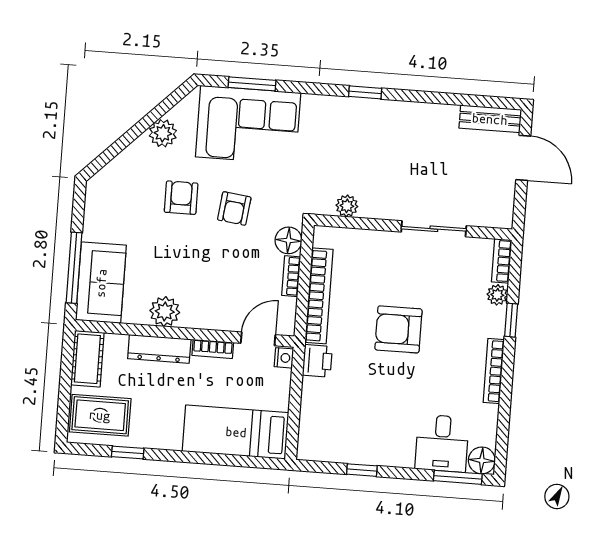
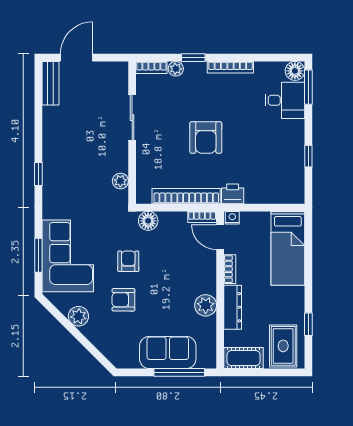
armchair: (234, 209) -> (128, 261), turned -97
bookcase: (291, 276) -> (202, 217), moved
sofa: (101, 283) -> (168, 352), moved

